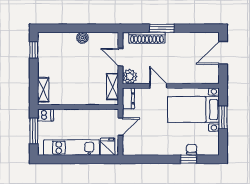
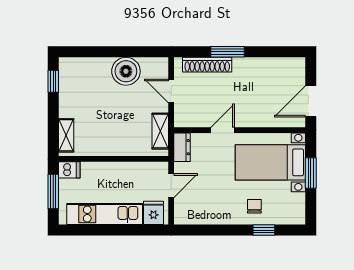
boiler: (82, 38) -> (126, 71), width x1.86, depth x1.86
door: (223, 53) -> (311, 101), moved
plant: (130, 76) -> (184, 117), removed
door: (158, 86) -> (223, 130), hinge flipped
chair: (192, 149) -> (254, 206), moved

